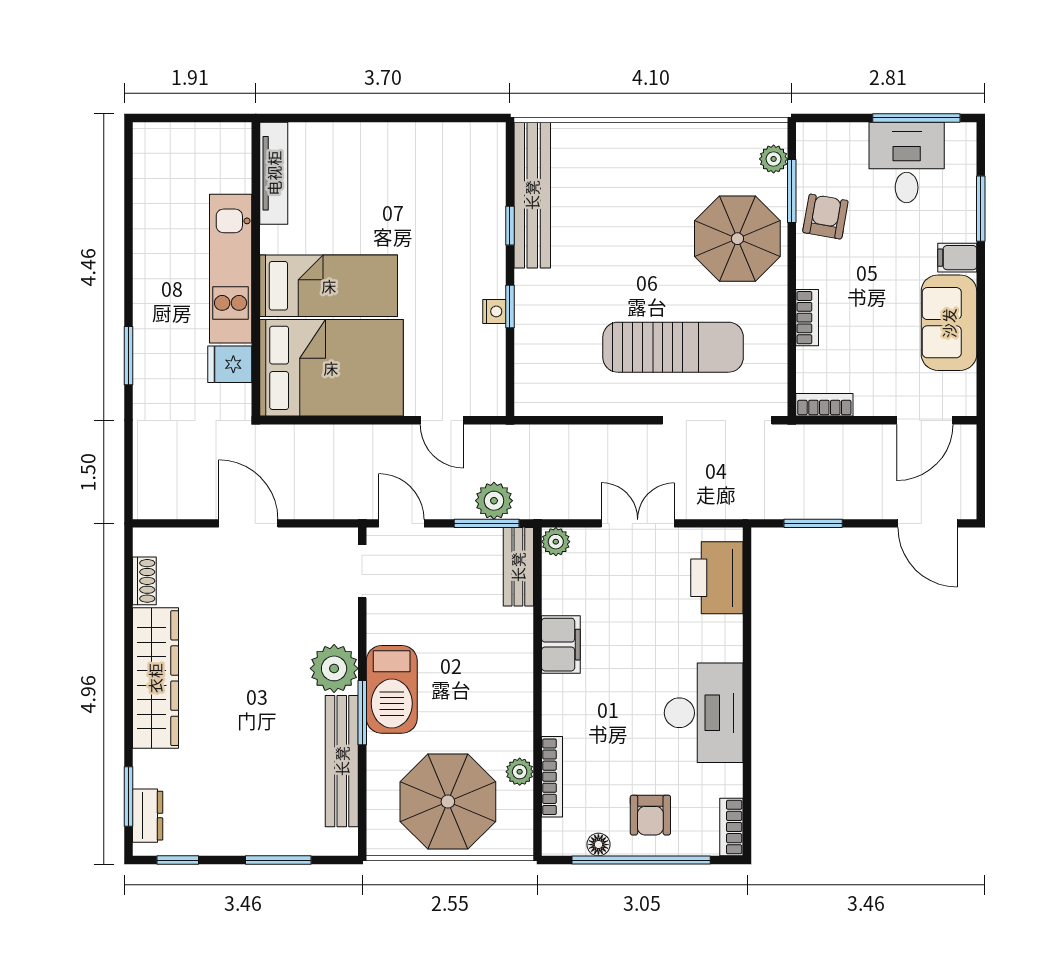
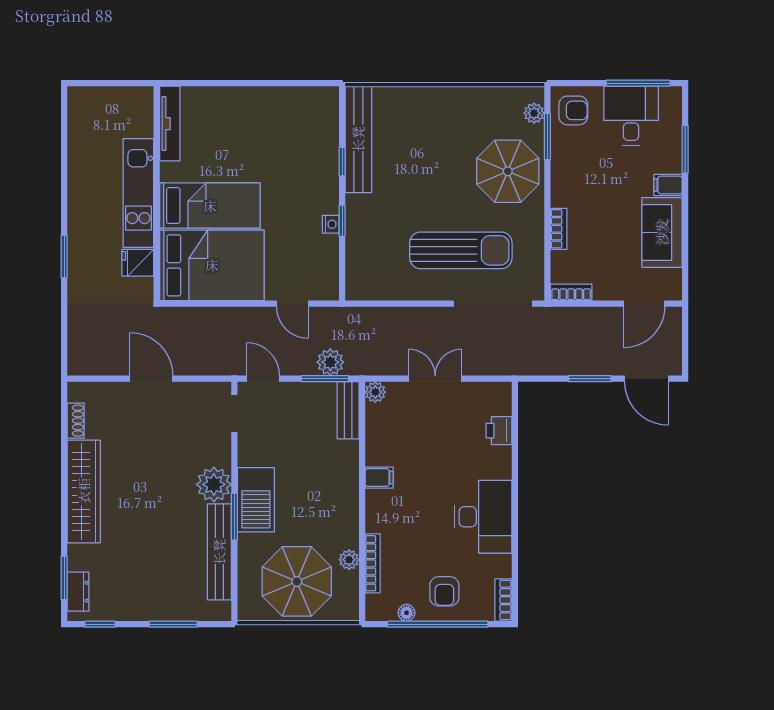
armchair: (825, 217) -> (573, 110), moved, turned 80
window: (813, 523) -> (590, 379), moved
printer: (717, 578) -> (499, 431), width x0.53, depth x0.68
filing cabinet: (561, 645) -> (379, 478), width x0.50

